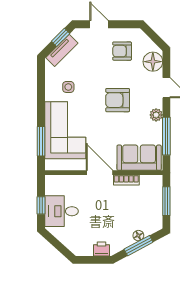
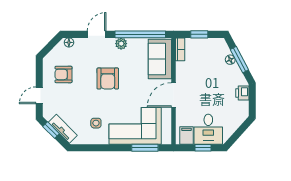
armchair: (122, 51) -> (63, 74), turned 90
floor lamp: (153, 62) -> (69, 42), width x0.53, depth x0.53
window: (166, 136) -> (140, 34), width x1.46
bookcase: (126, 180) -> (180, 49), moved
filing cabinet: (55, 187) -> (187, 135), added
window: (166, 201) -> (199, 34), width x0.67

